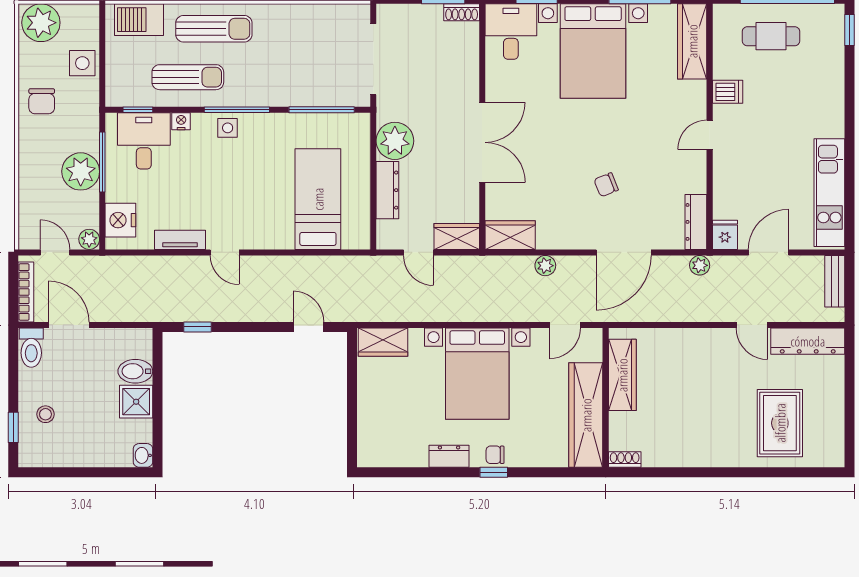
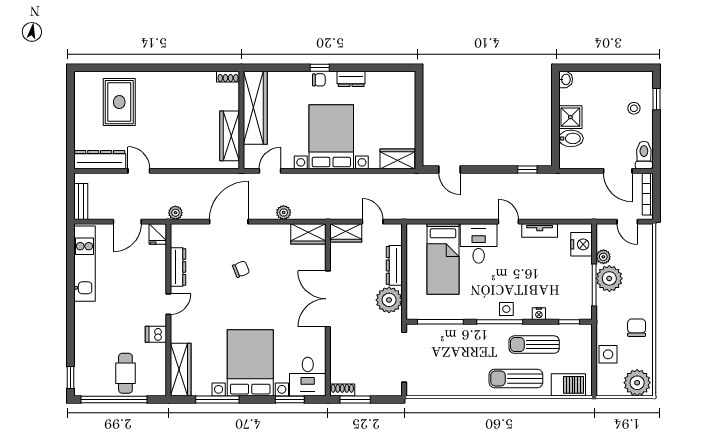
cafe table: (771, 36) -> (125, 373), turned 90
desk: (144, 141) -> (479, 244), moved, turned 180
dresser: (696, 222) -> (178, 267), moved
plant: (89, 239) -> (603, 257), moved

